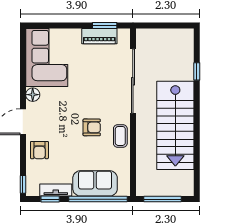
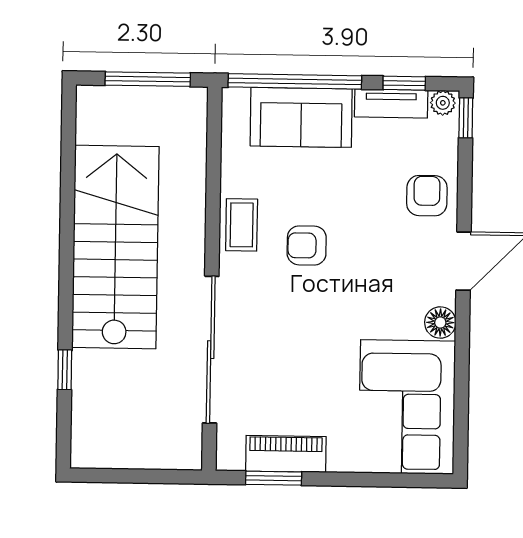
plant: (33, 191) -> (443, 103), added

